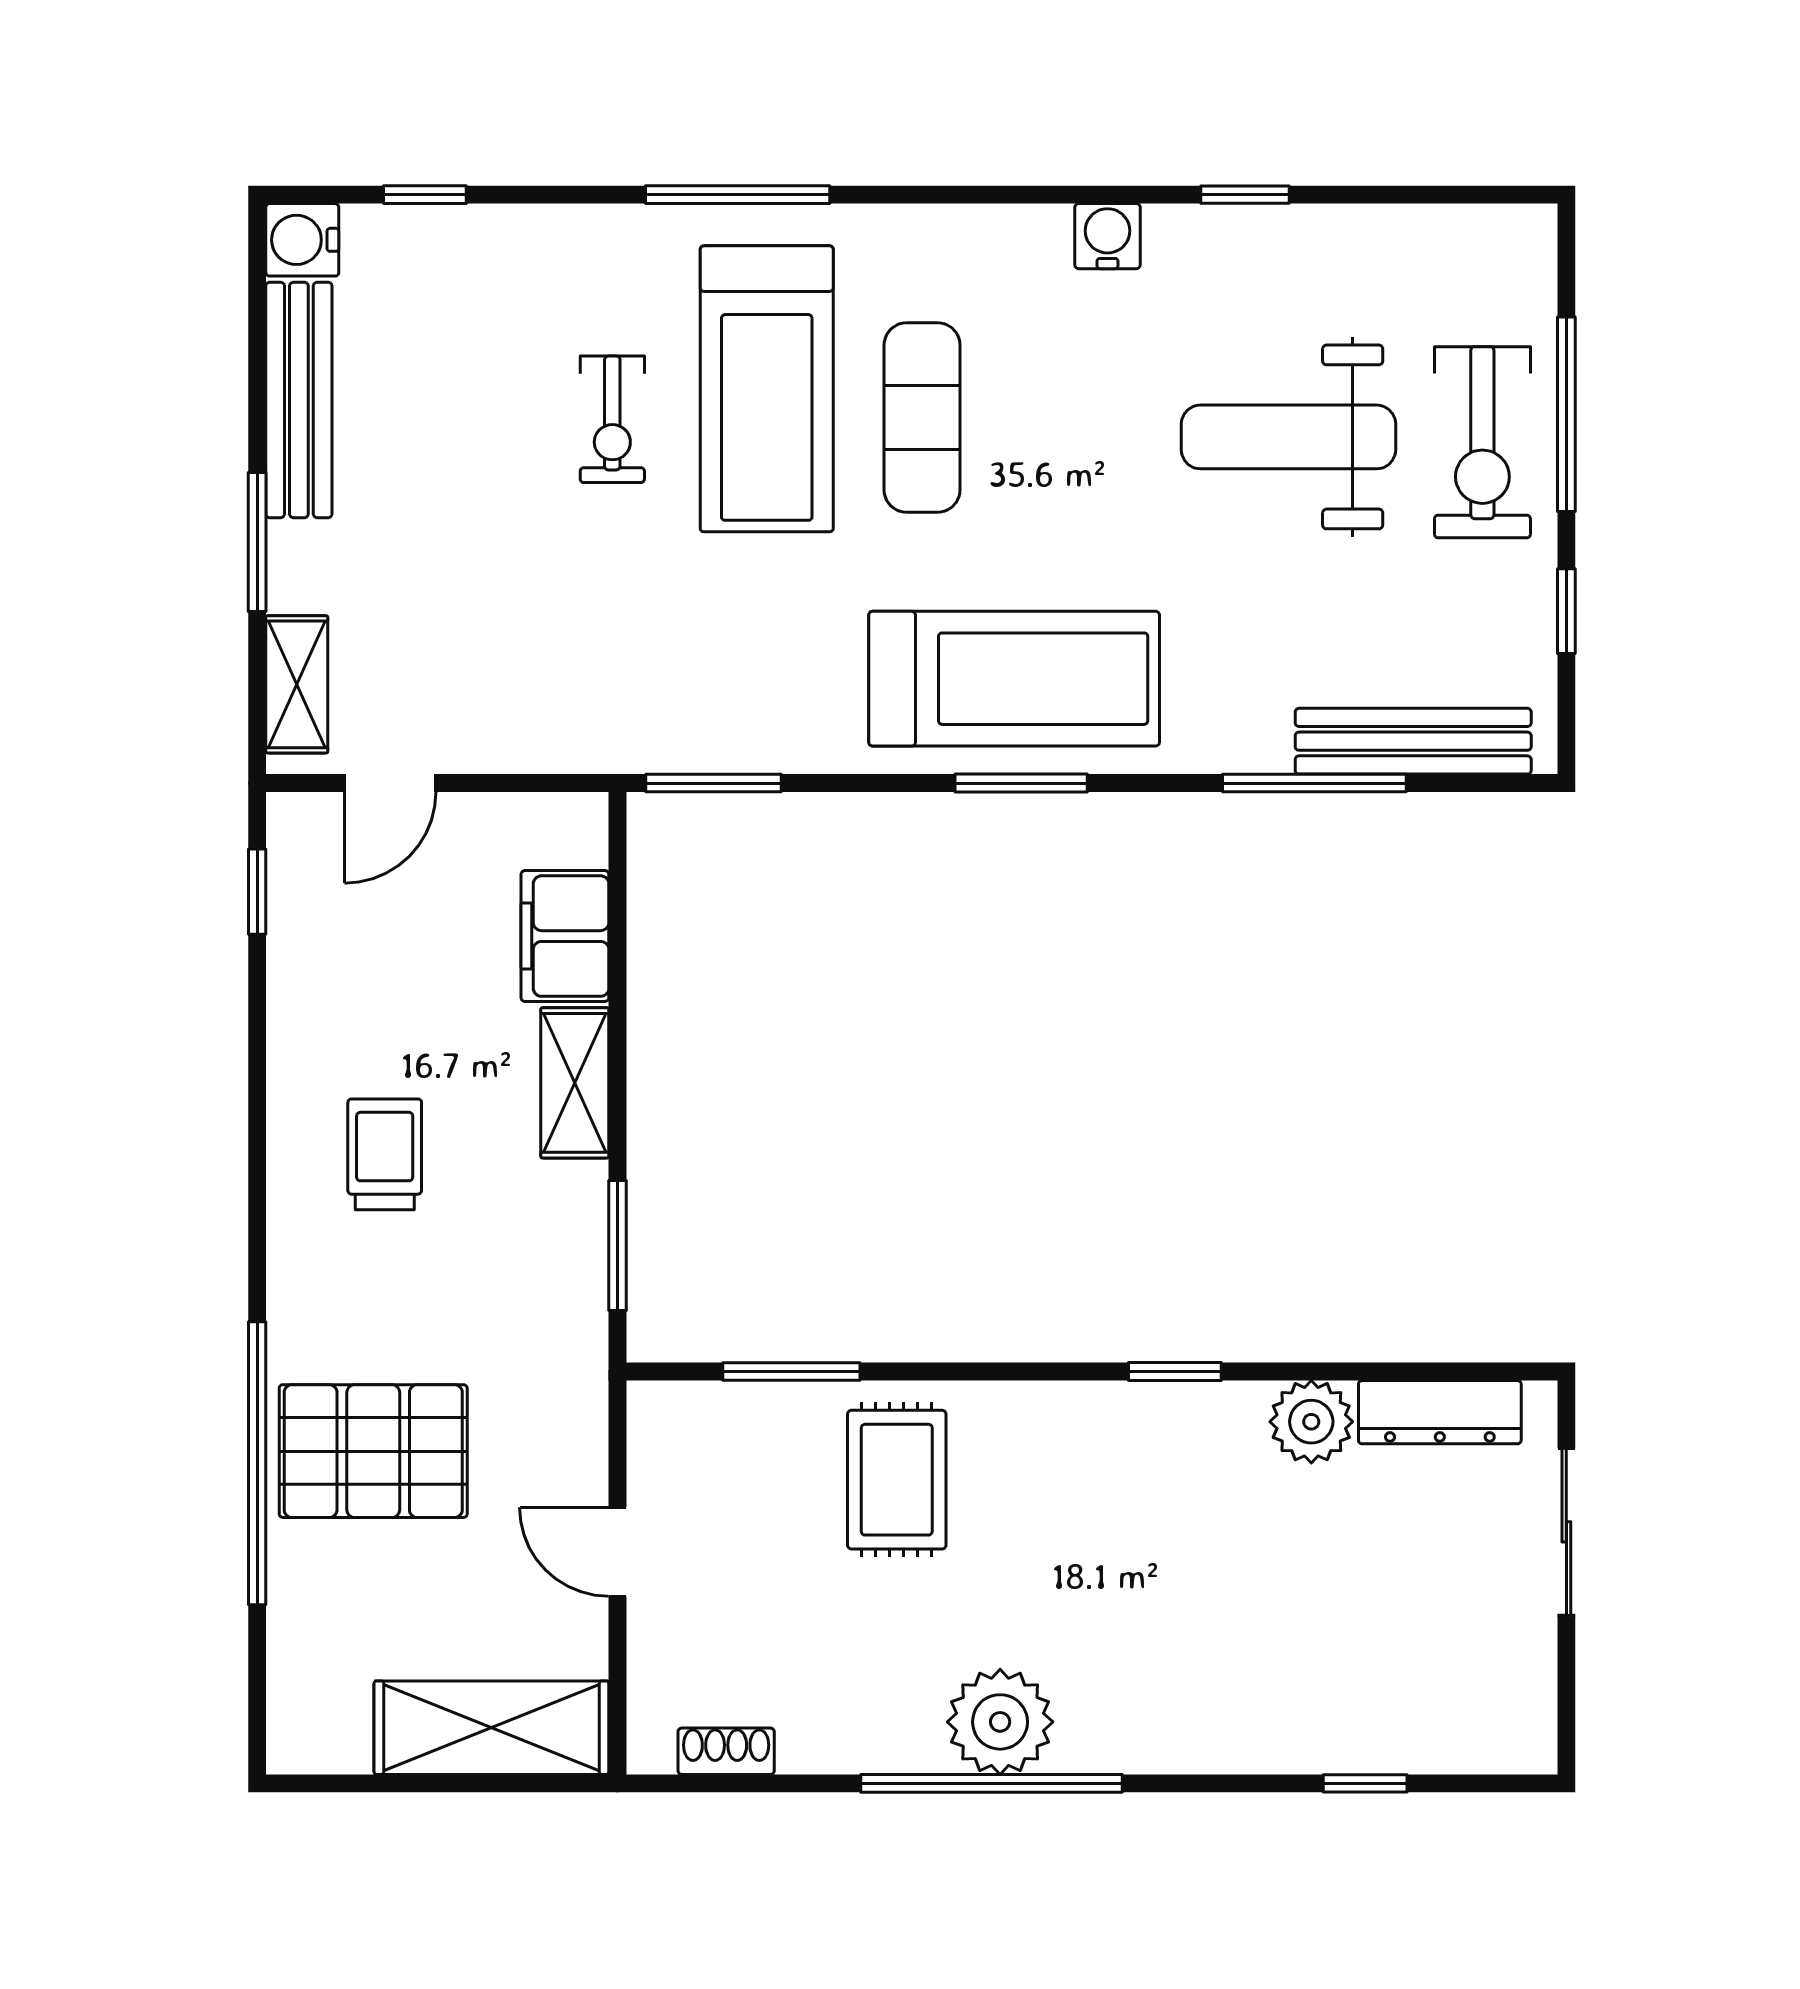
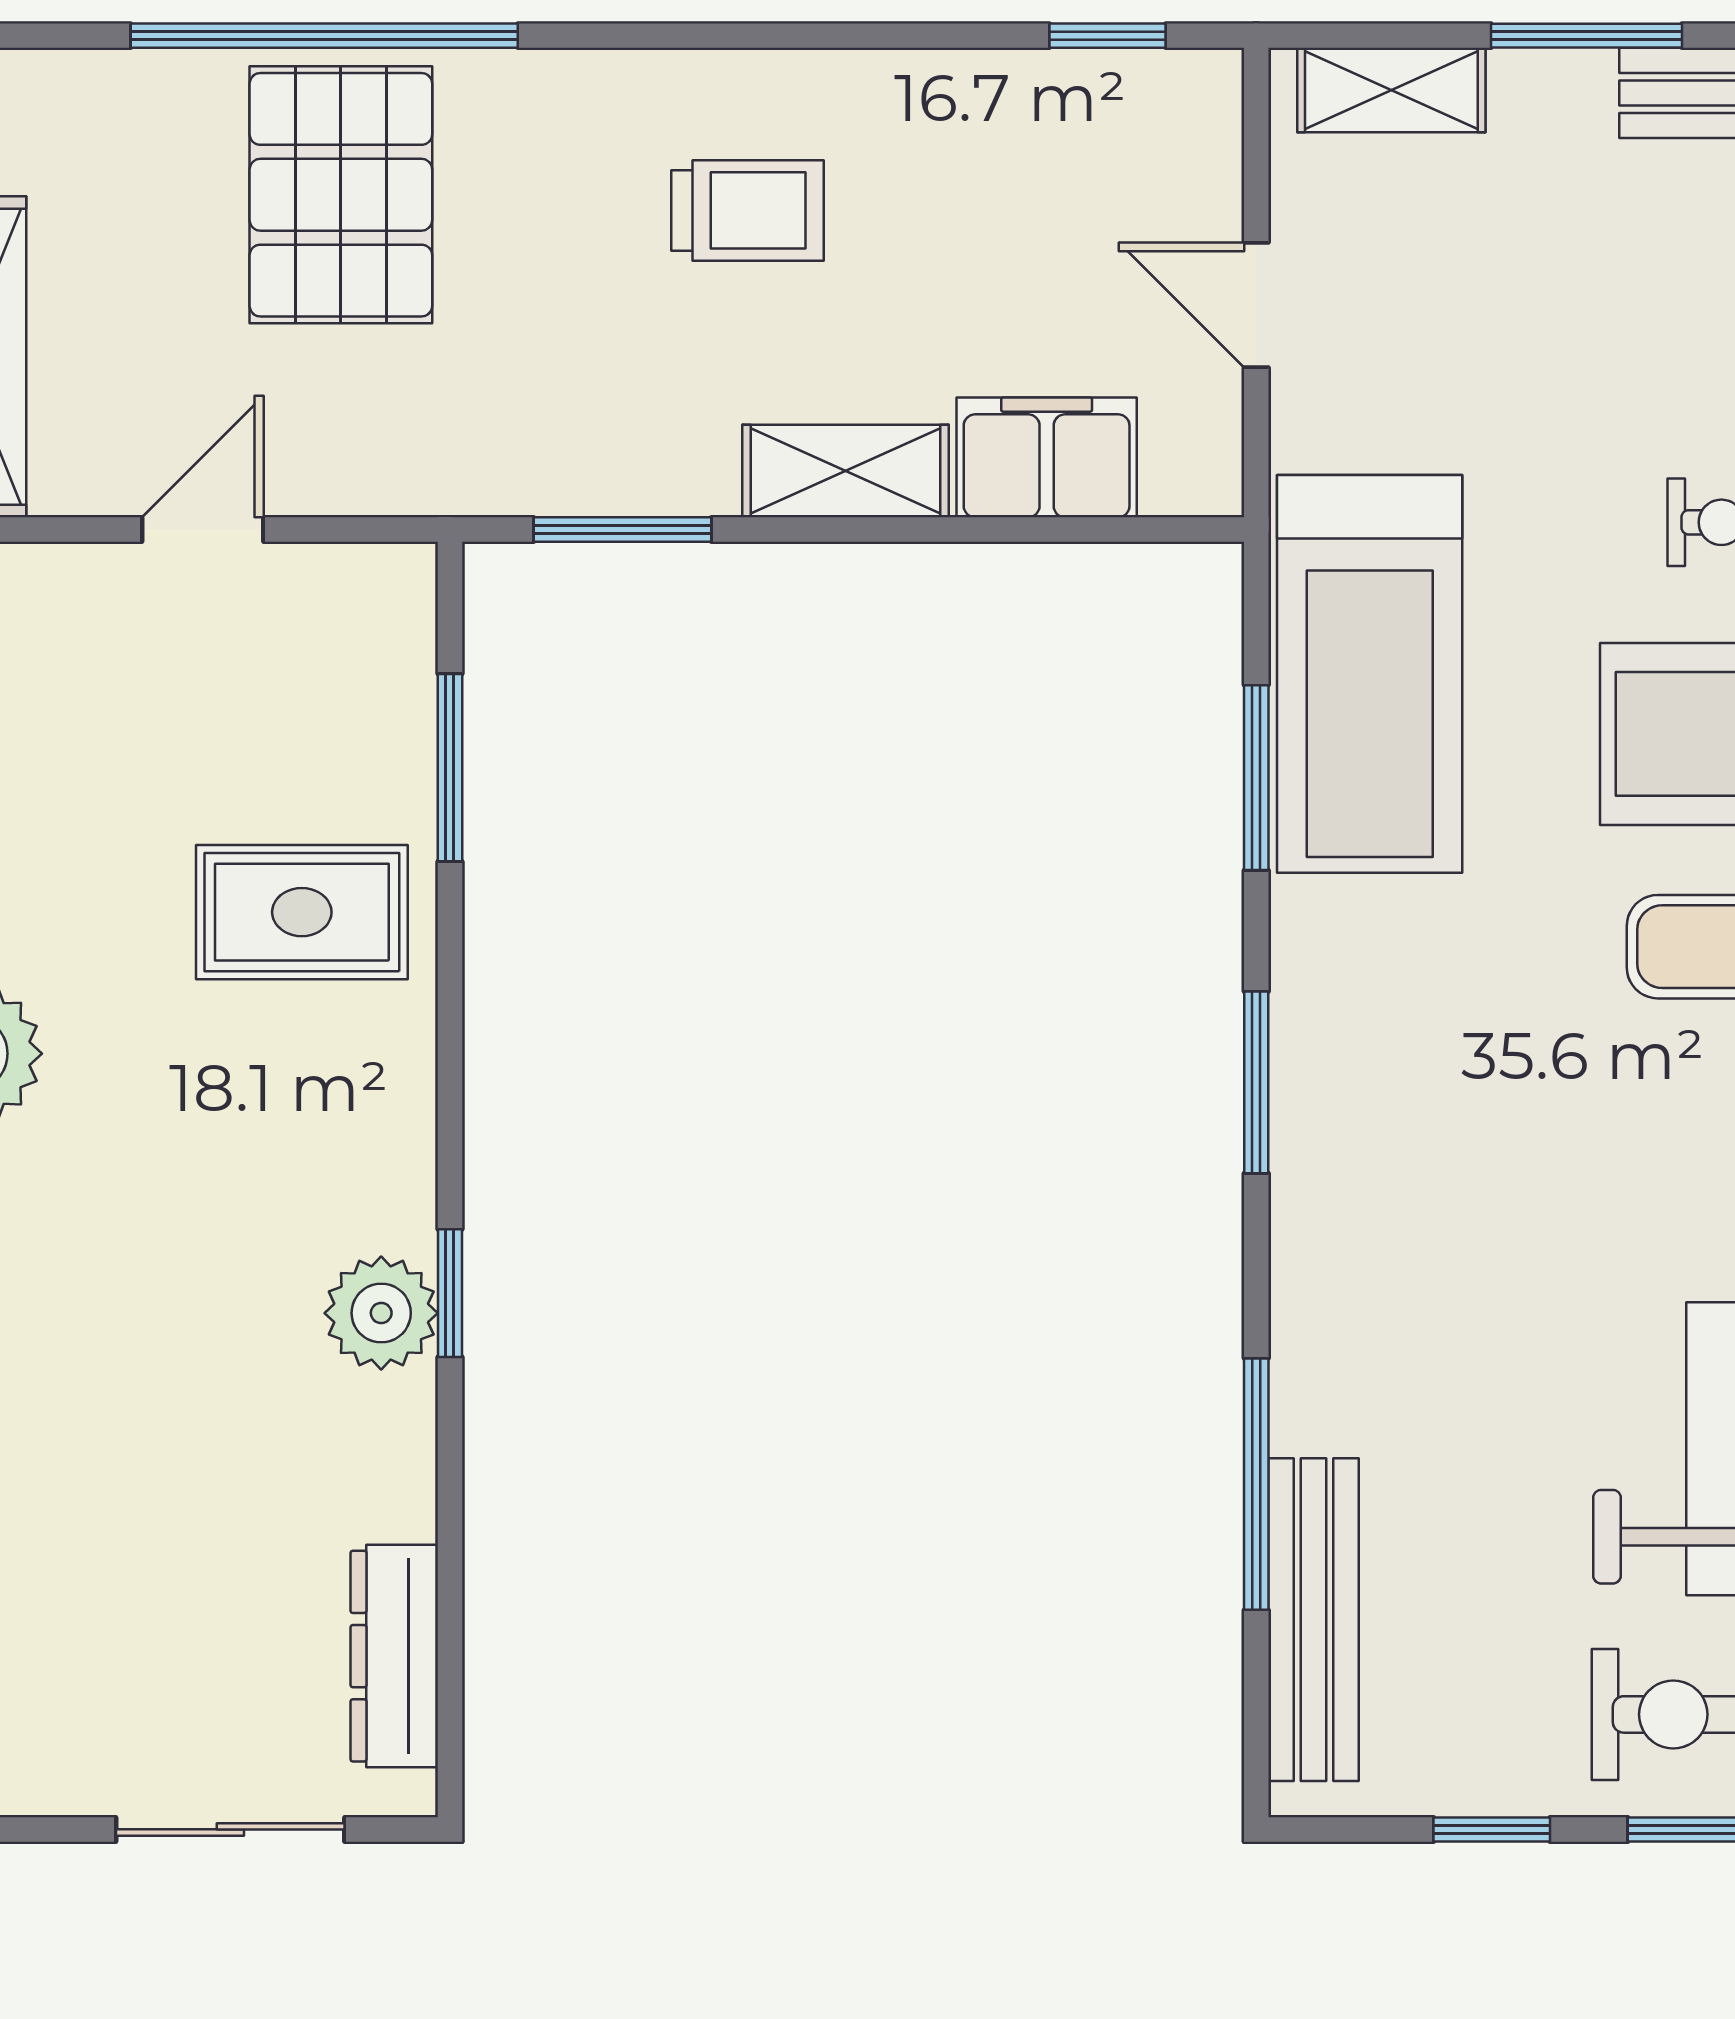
treadmill: (1014, 679) -> (1370, 674), moved
door: (390, 783) -> (1256, 305), moved
window: (714, 783) -> (1256, 778), moved
plant: (1311, 1422) -> (381, 1313), moved

